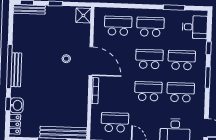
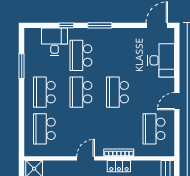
desk: (195, 27) -> (55, 42), moved
door: (91, 61) -> (86, 158), width x0.53
locker: (83, 90) -> (119, 166), added
school desk: (181, 92) -> (117, 55), removed

